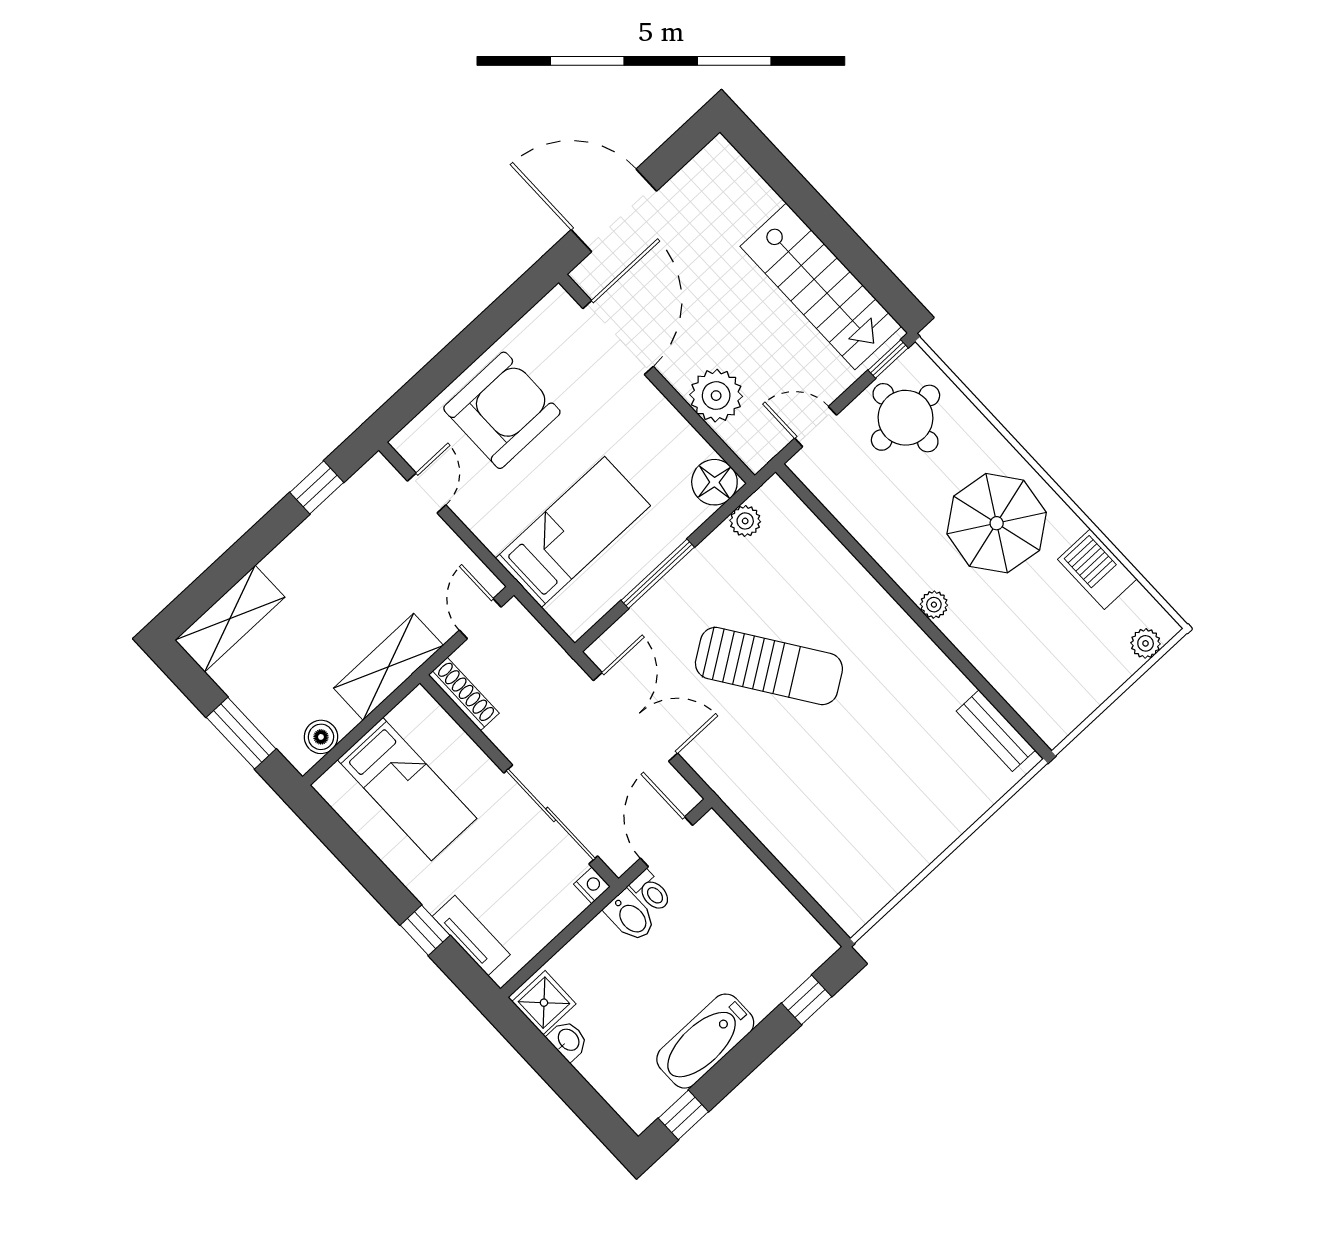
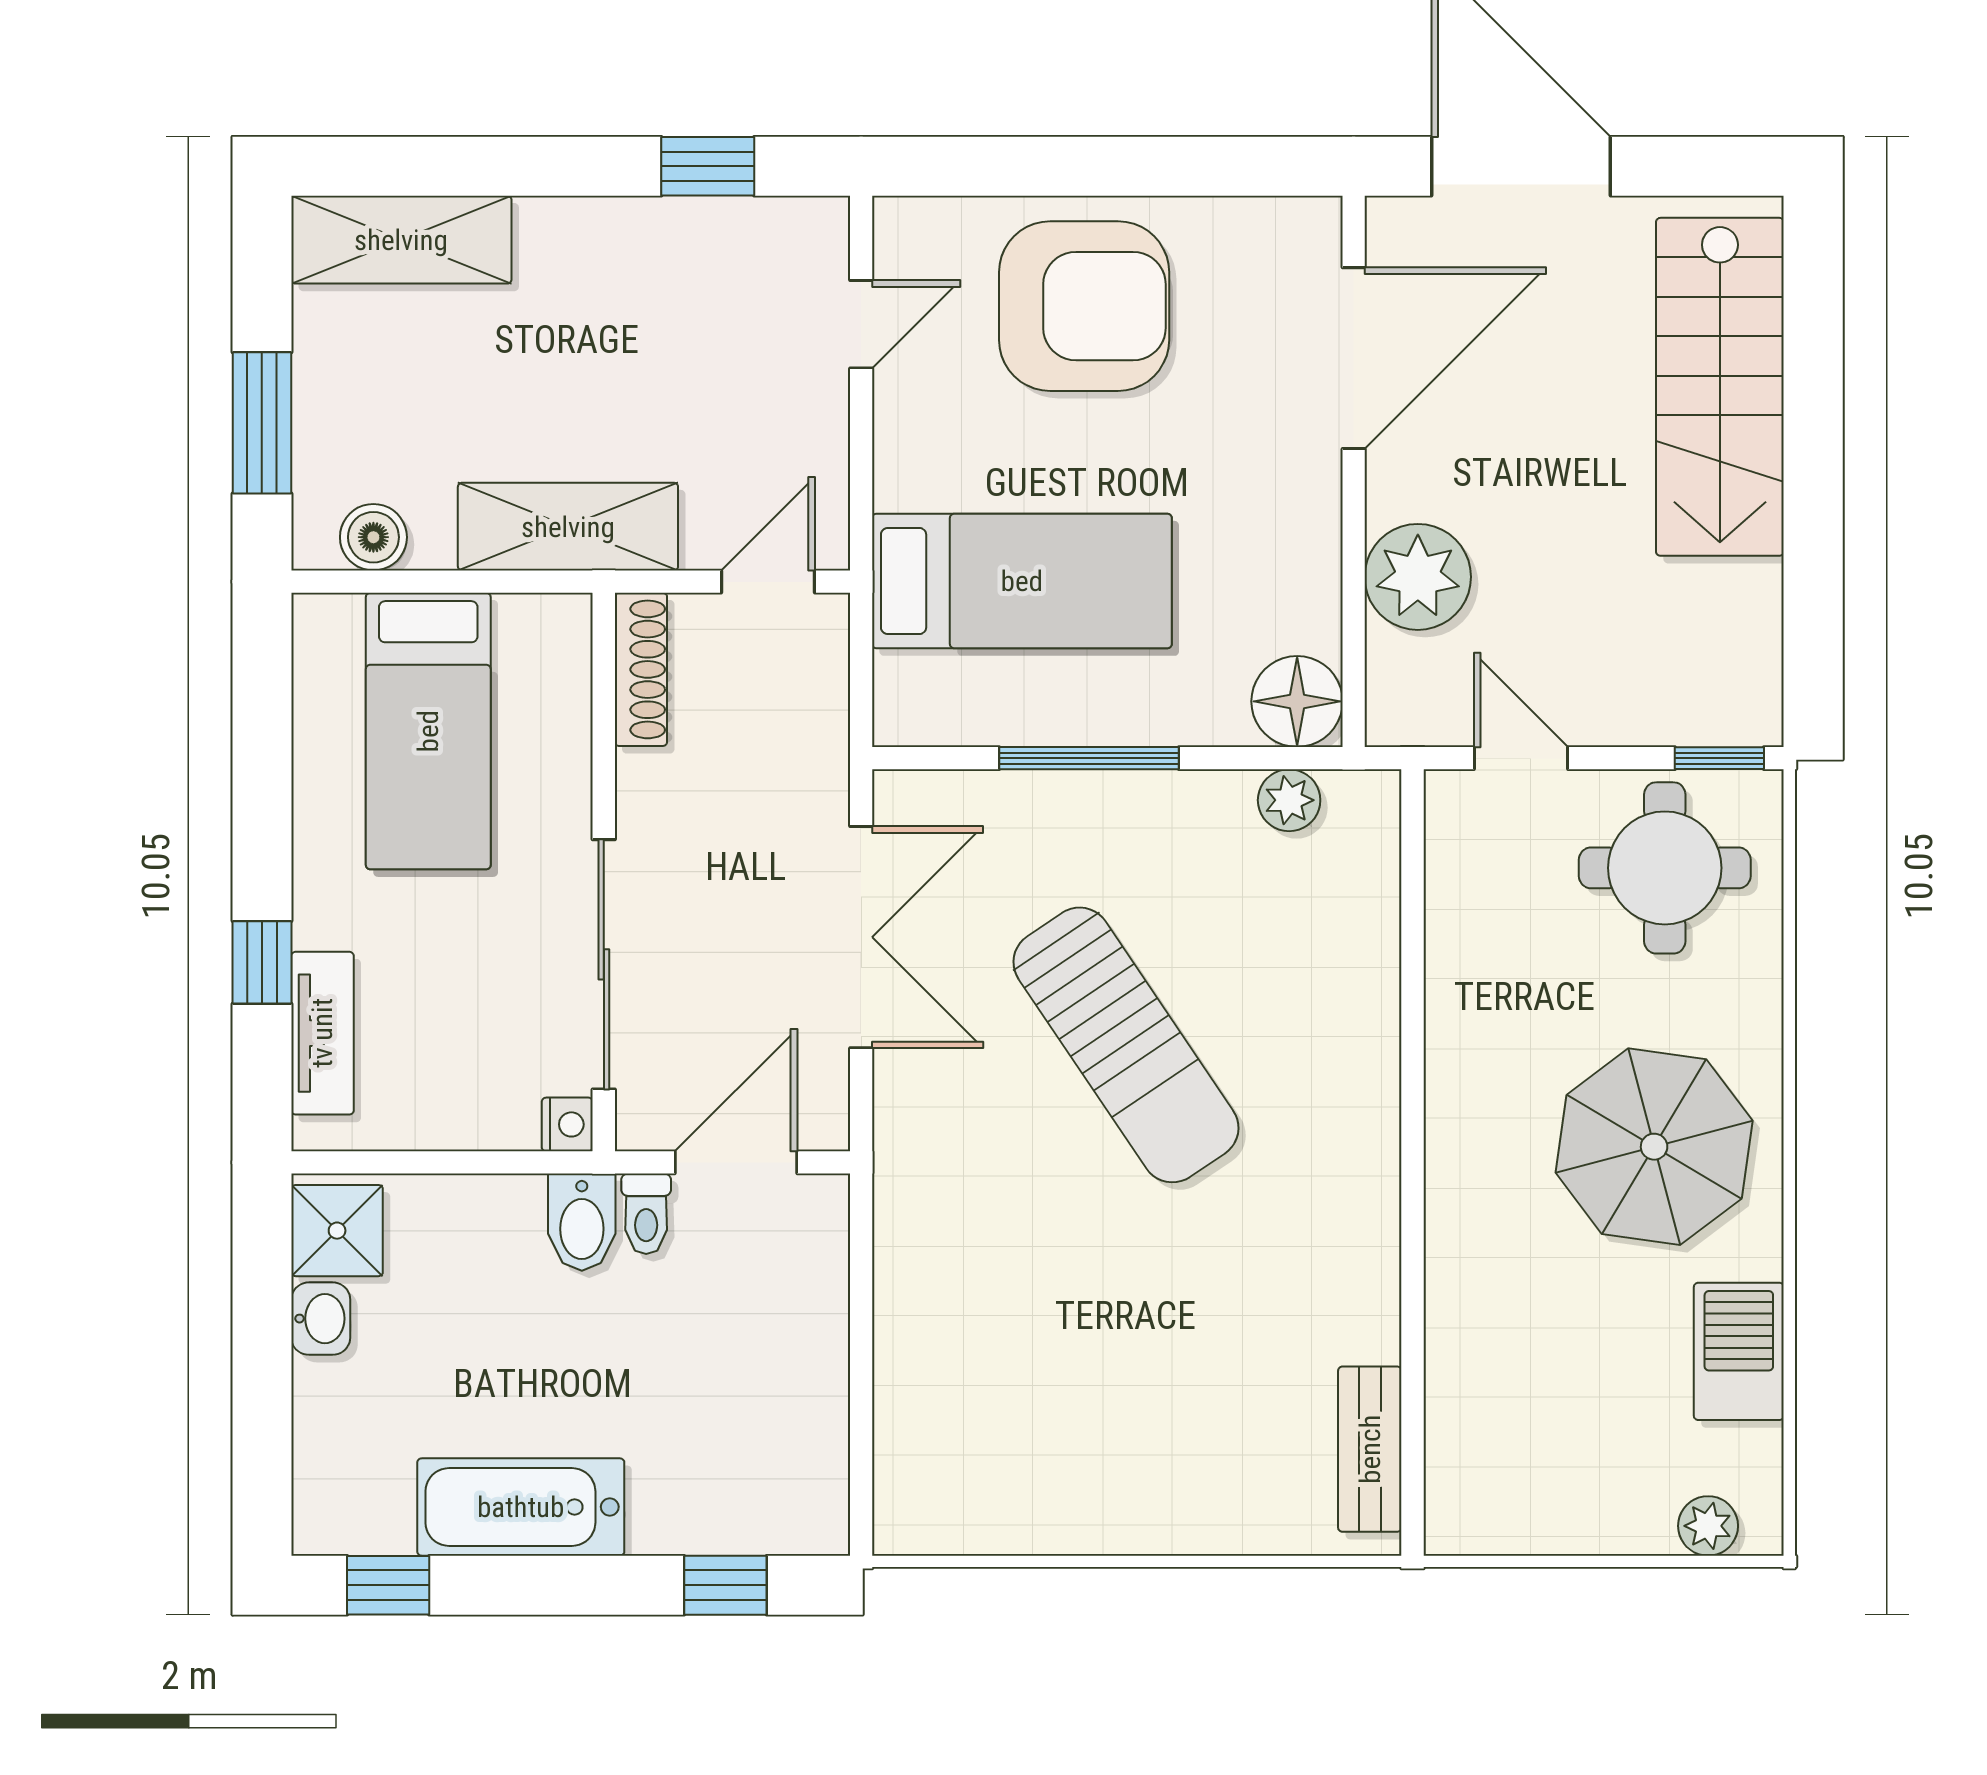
stairs: (821, 286) -> (1720, 387), moved
plant: (934, 605) -> (1451, 1180), removed

